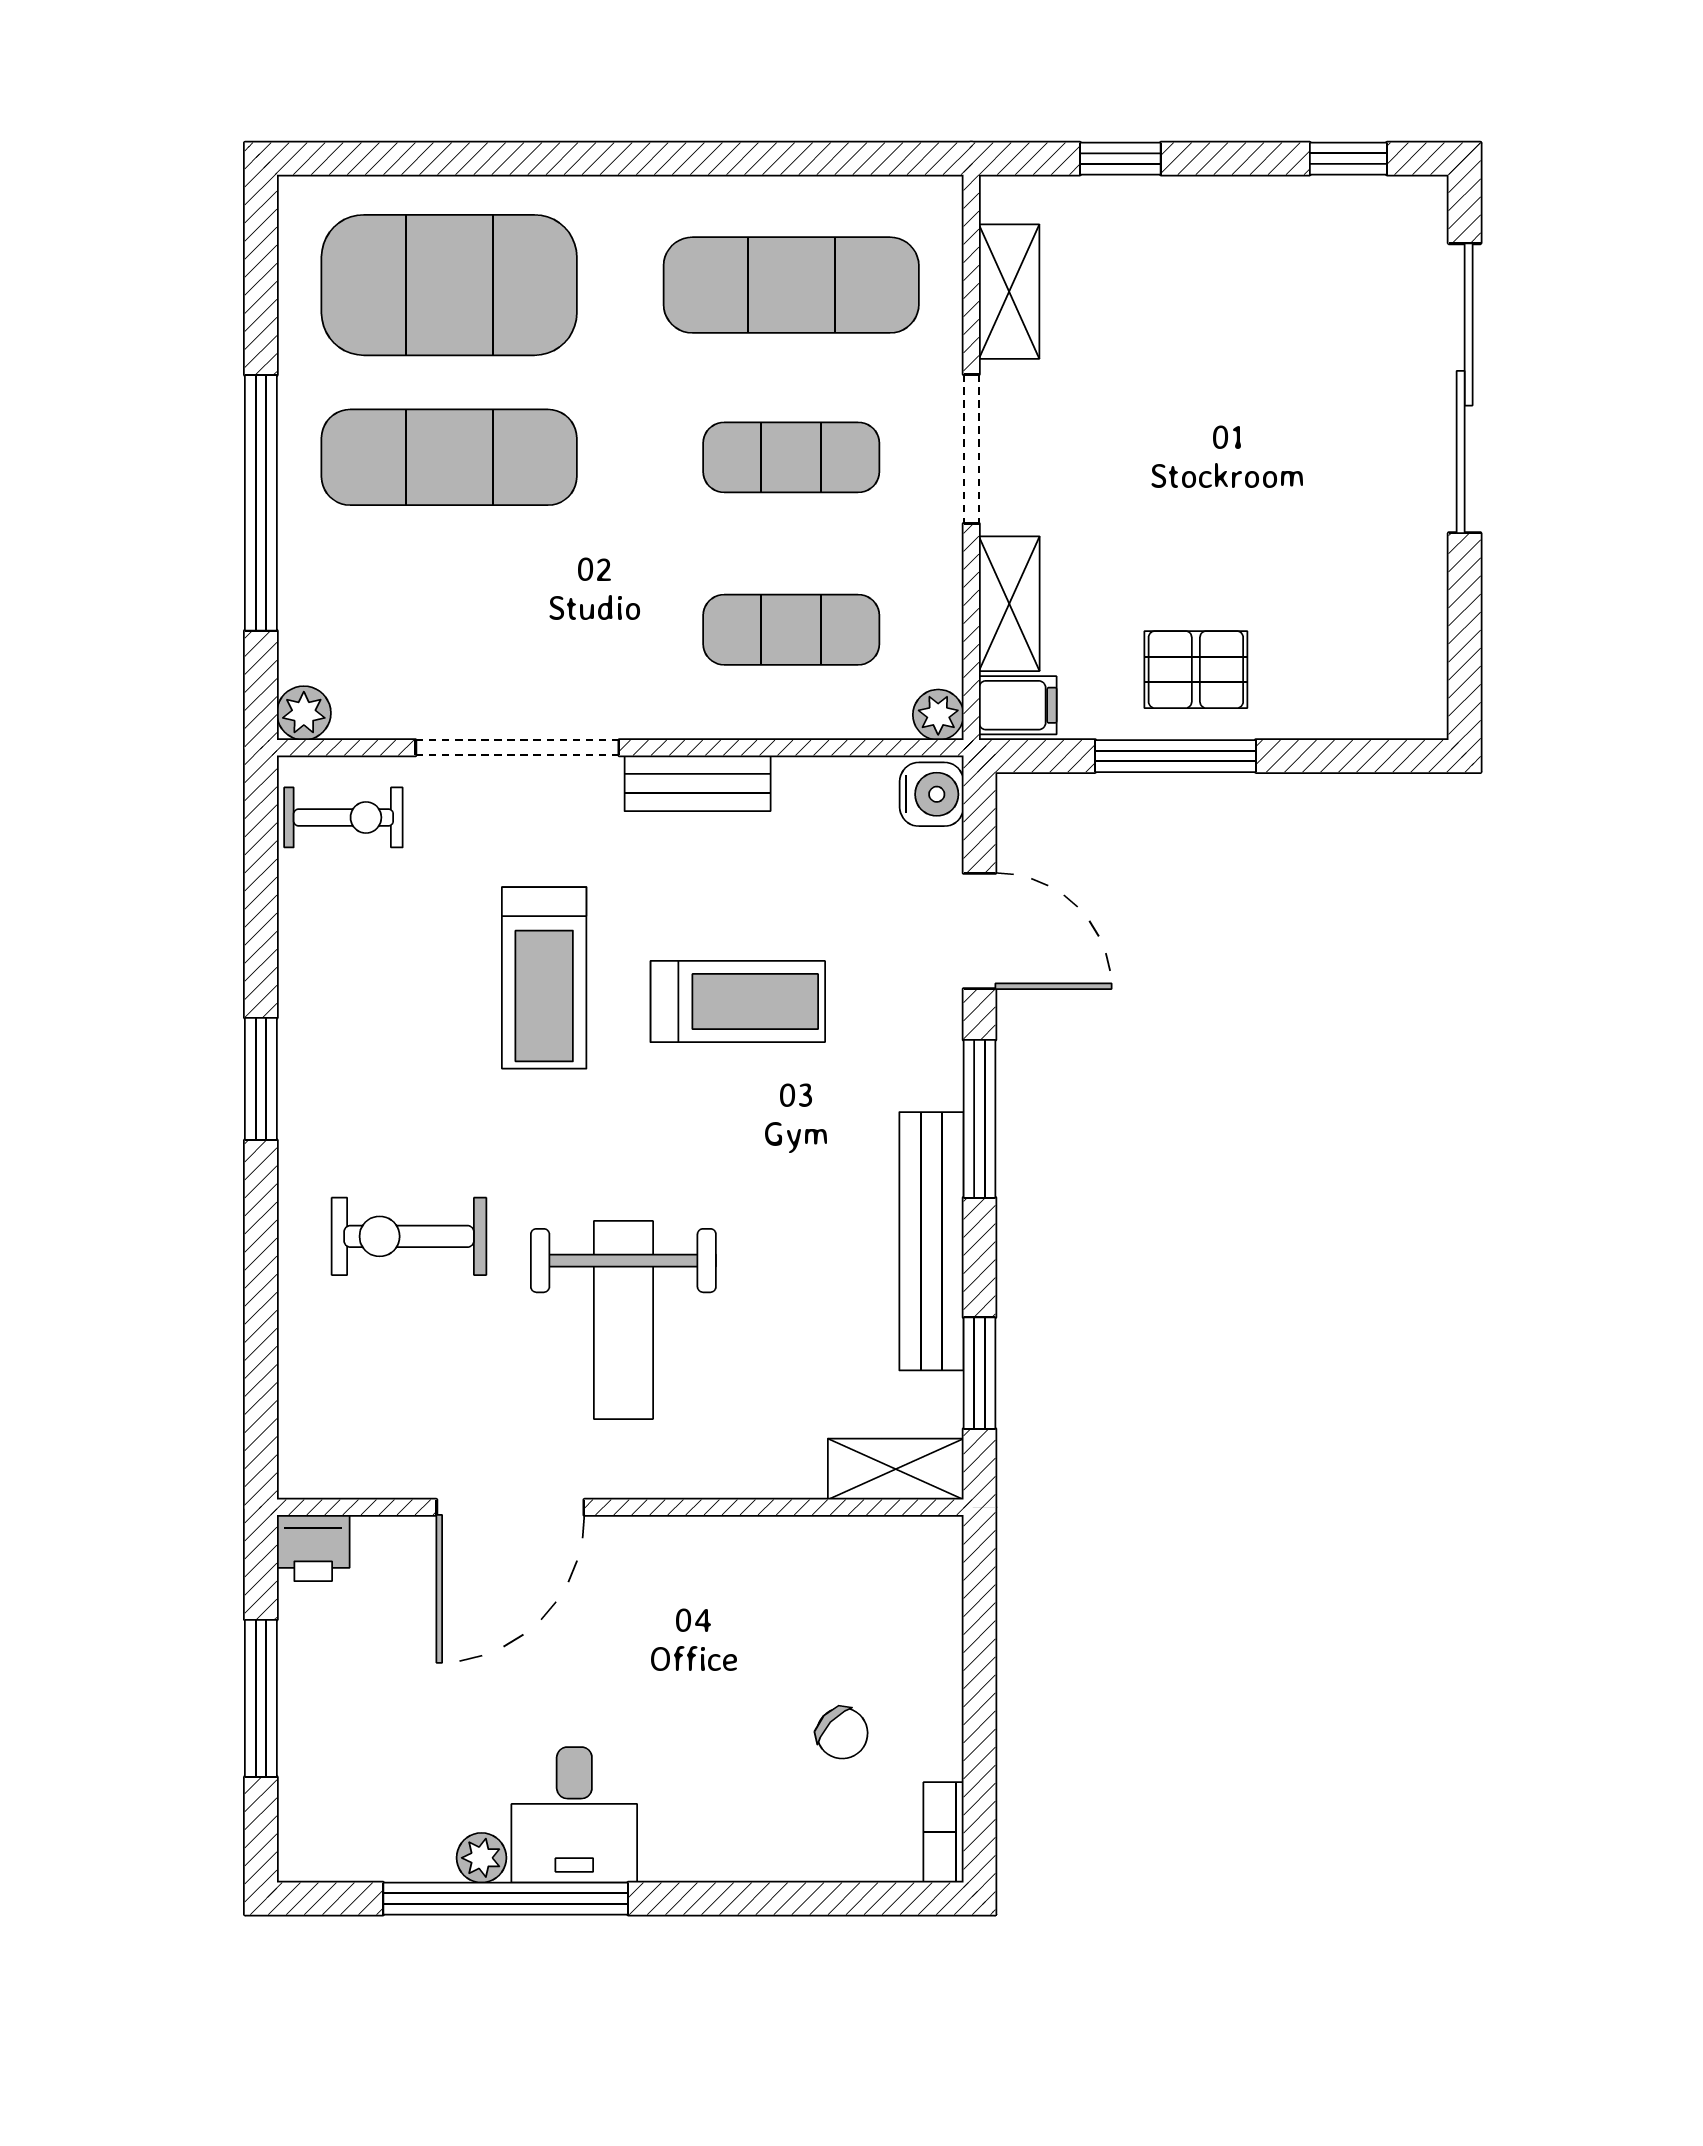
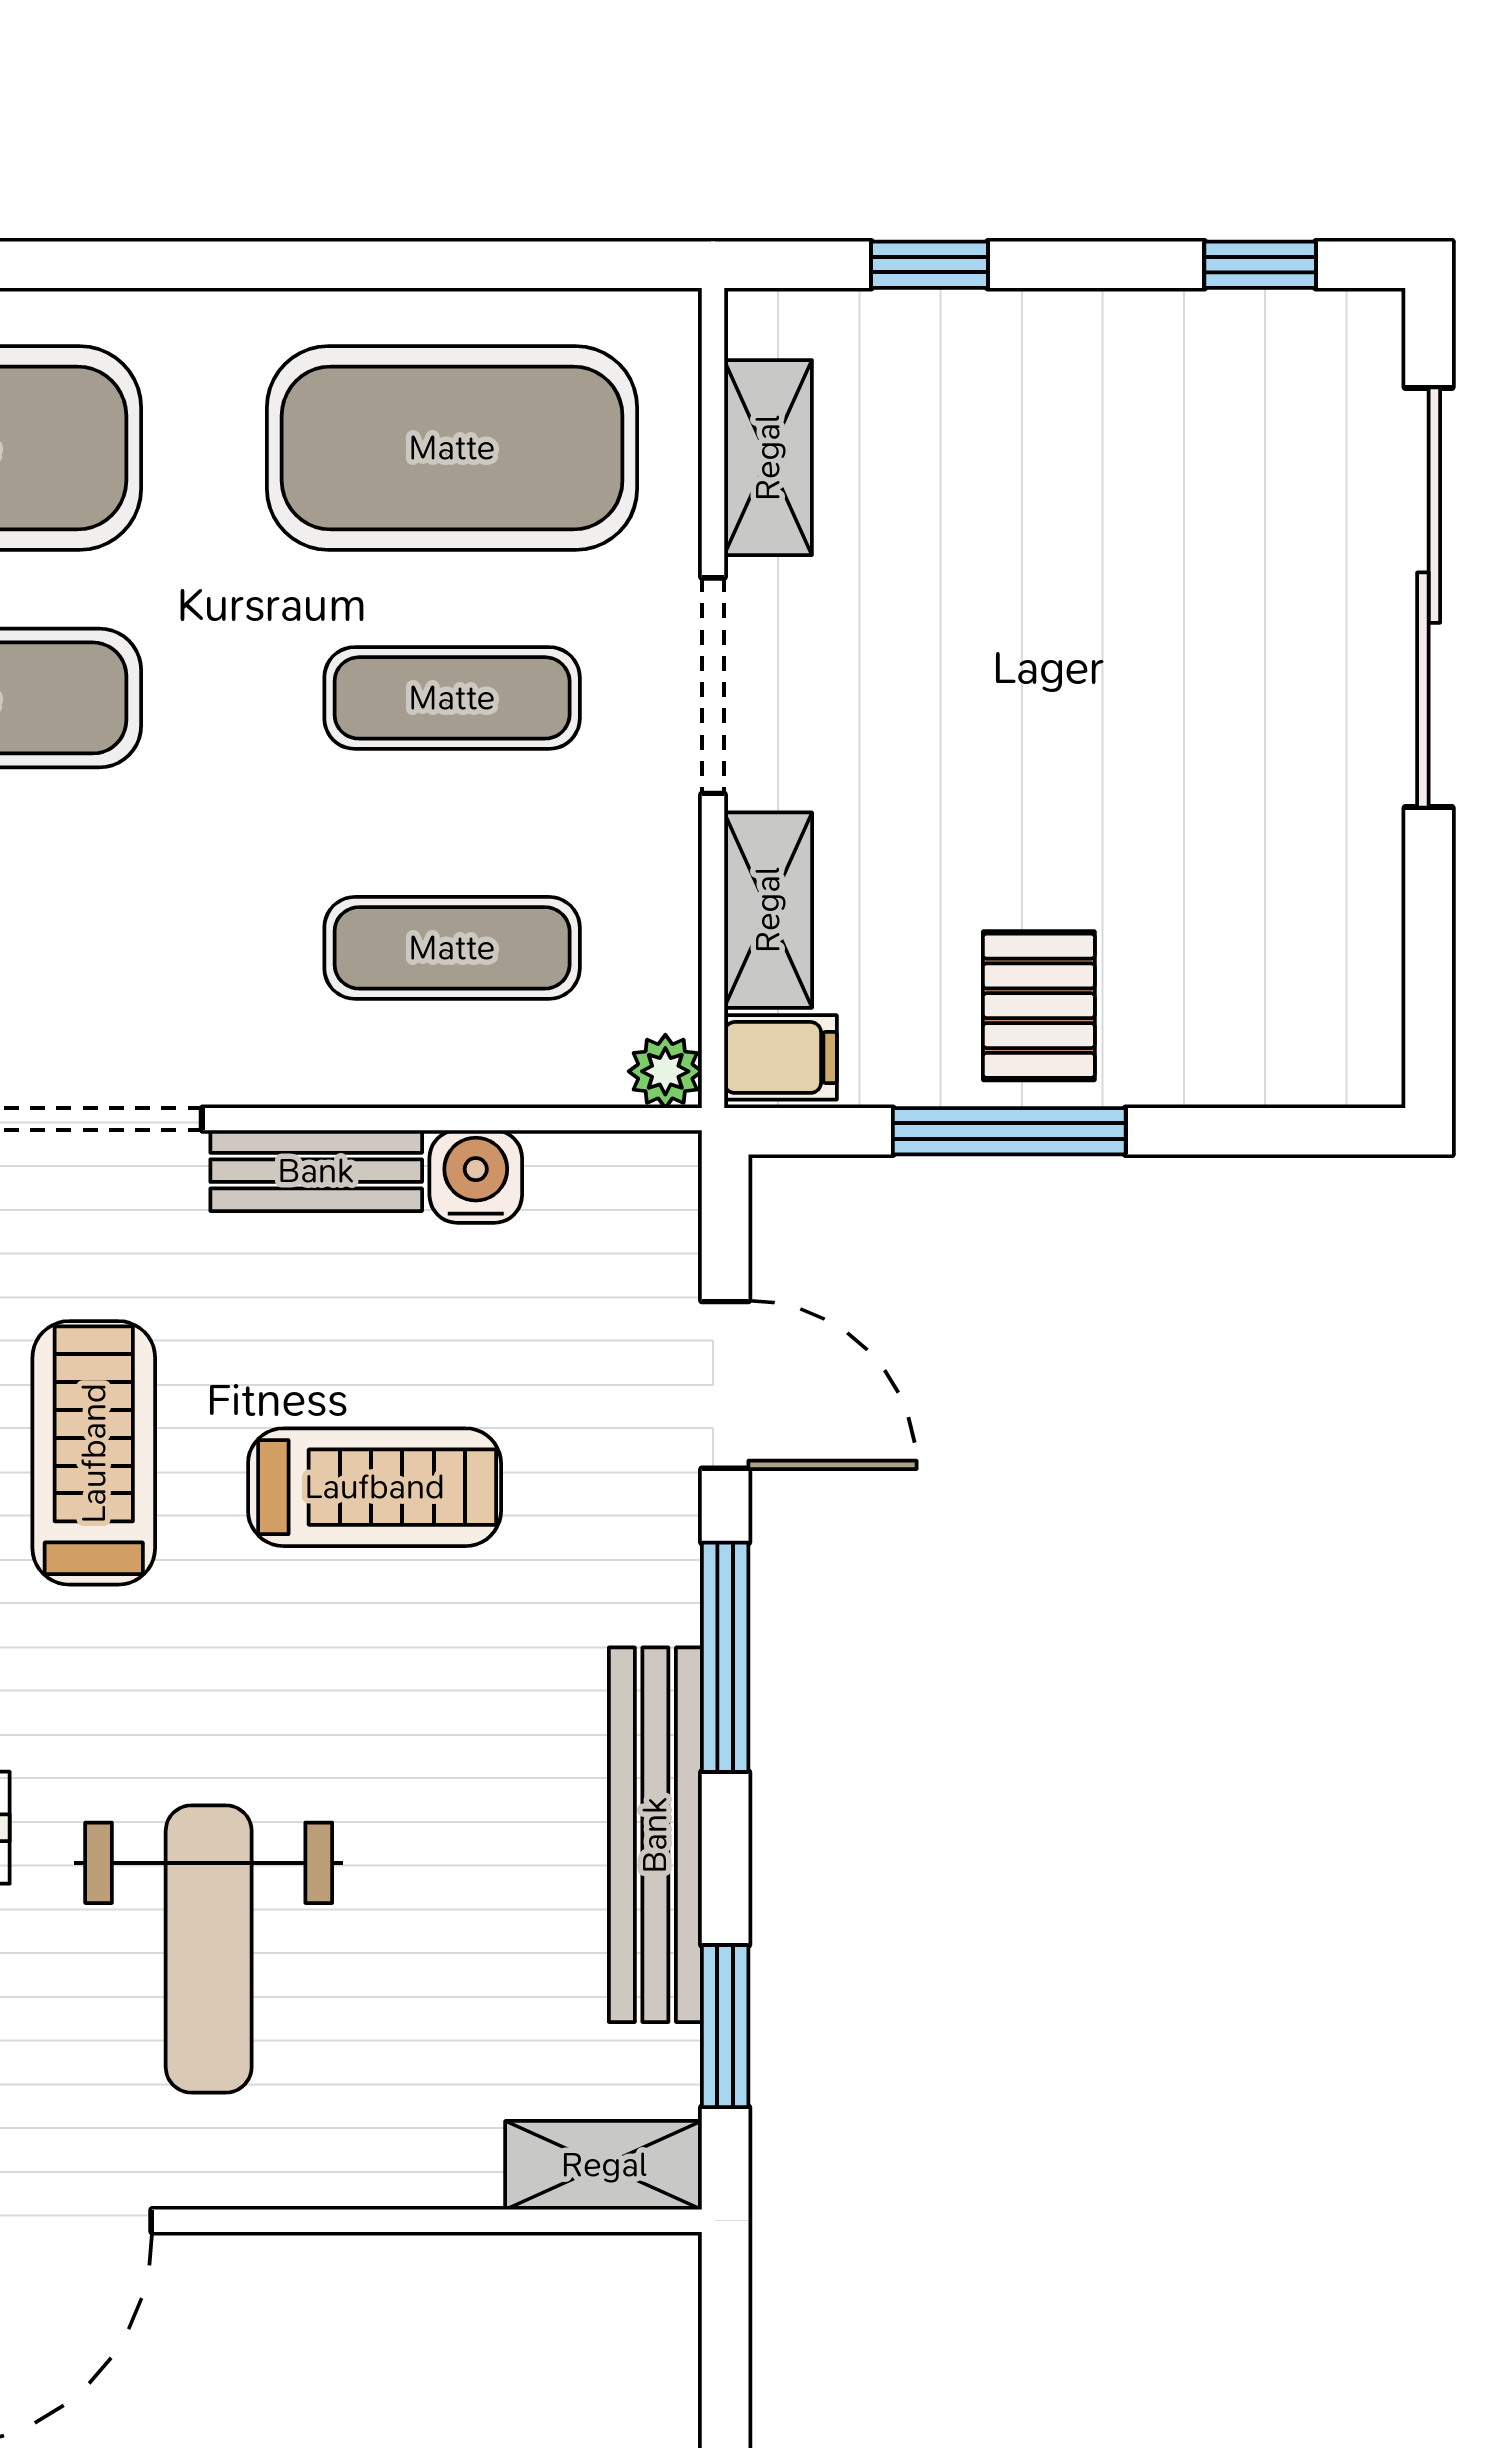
exercise mat: (791, 285) -> (452, 448), width x1.47
pallet: (1196, 670) -> (1039, 1006), turned 90
water cooler: (932, 794) -> (476, 1177), moved, turned -90
treadmill: (544, 978) -> (94, 1453), turned 180

